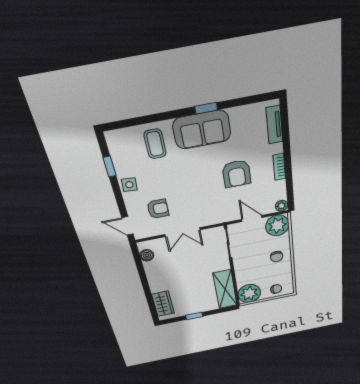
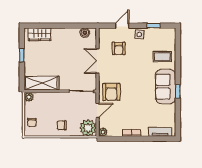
armchair: (237, 174) -> (111, 92), moved, turned -90
door: (128, 226) -> (122, 26), moved
plant: (249, 293) -> (29, 97), width x0.53, depth x0.53

